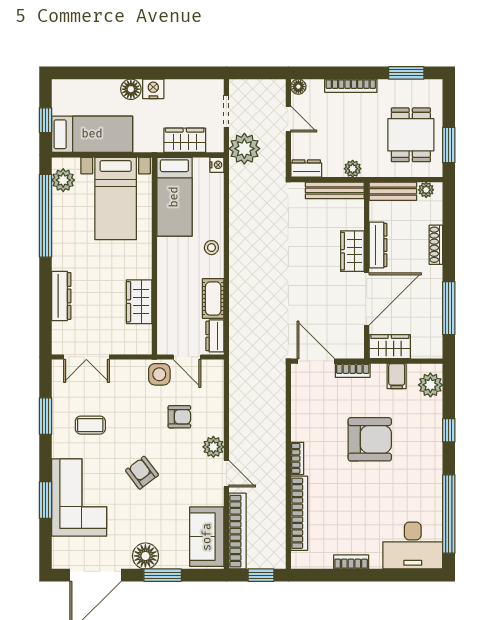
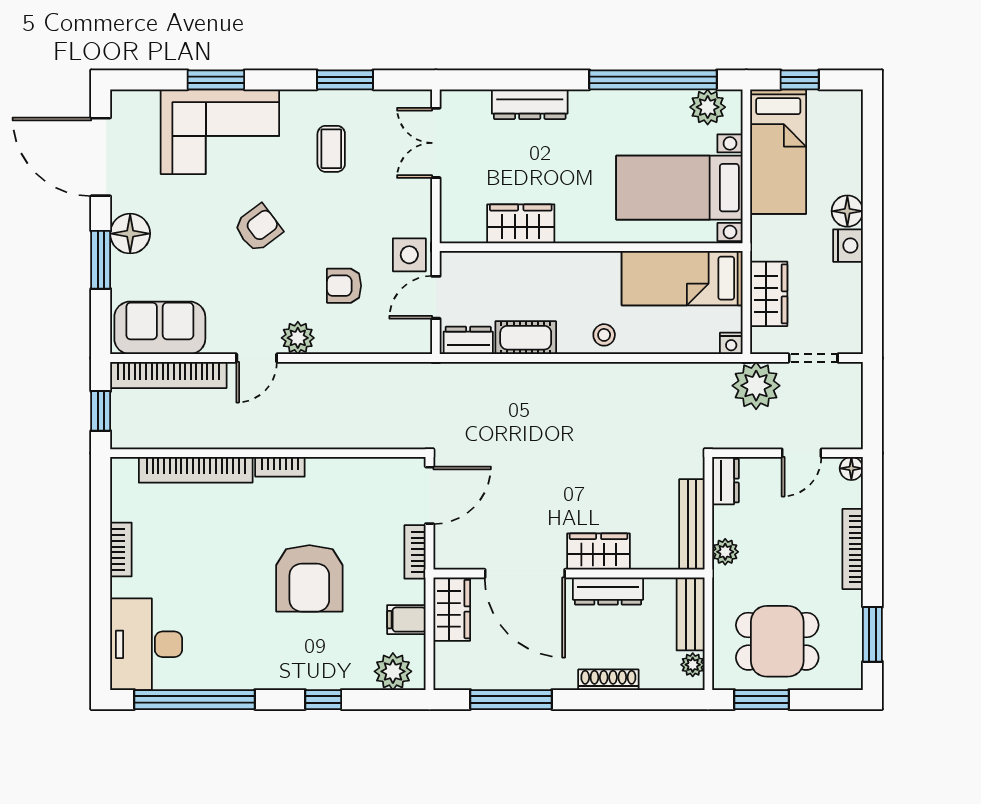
armchair: (179, 417) -> (344, 286), turned 90

